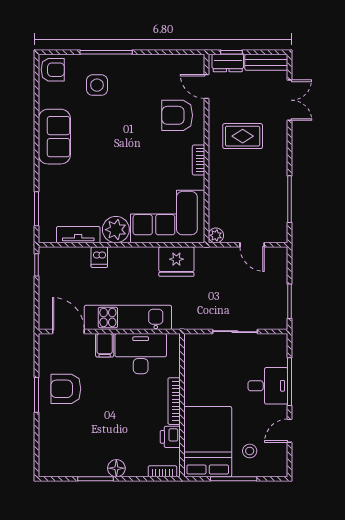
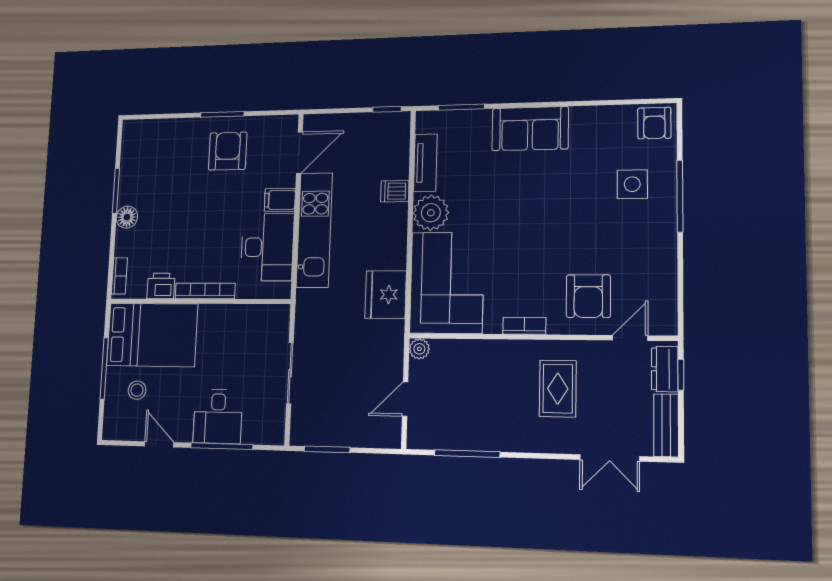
armchair: (177, 115) -> (588, 296), turned 180
sofa: (54, 137) -> (530, 129), moved

